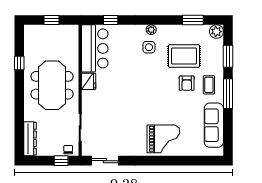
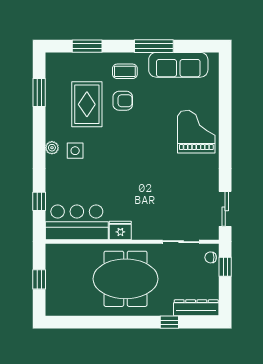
plant: (216, 32) -> (54, 61), removed
window: (19, 63) -> (169, 322), moved
window: (228, 94) -> (154, 46), moved

